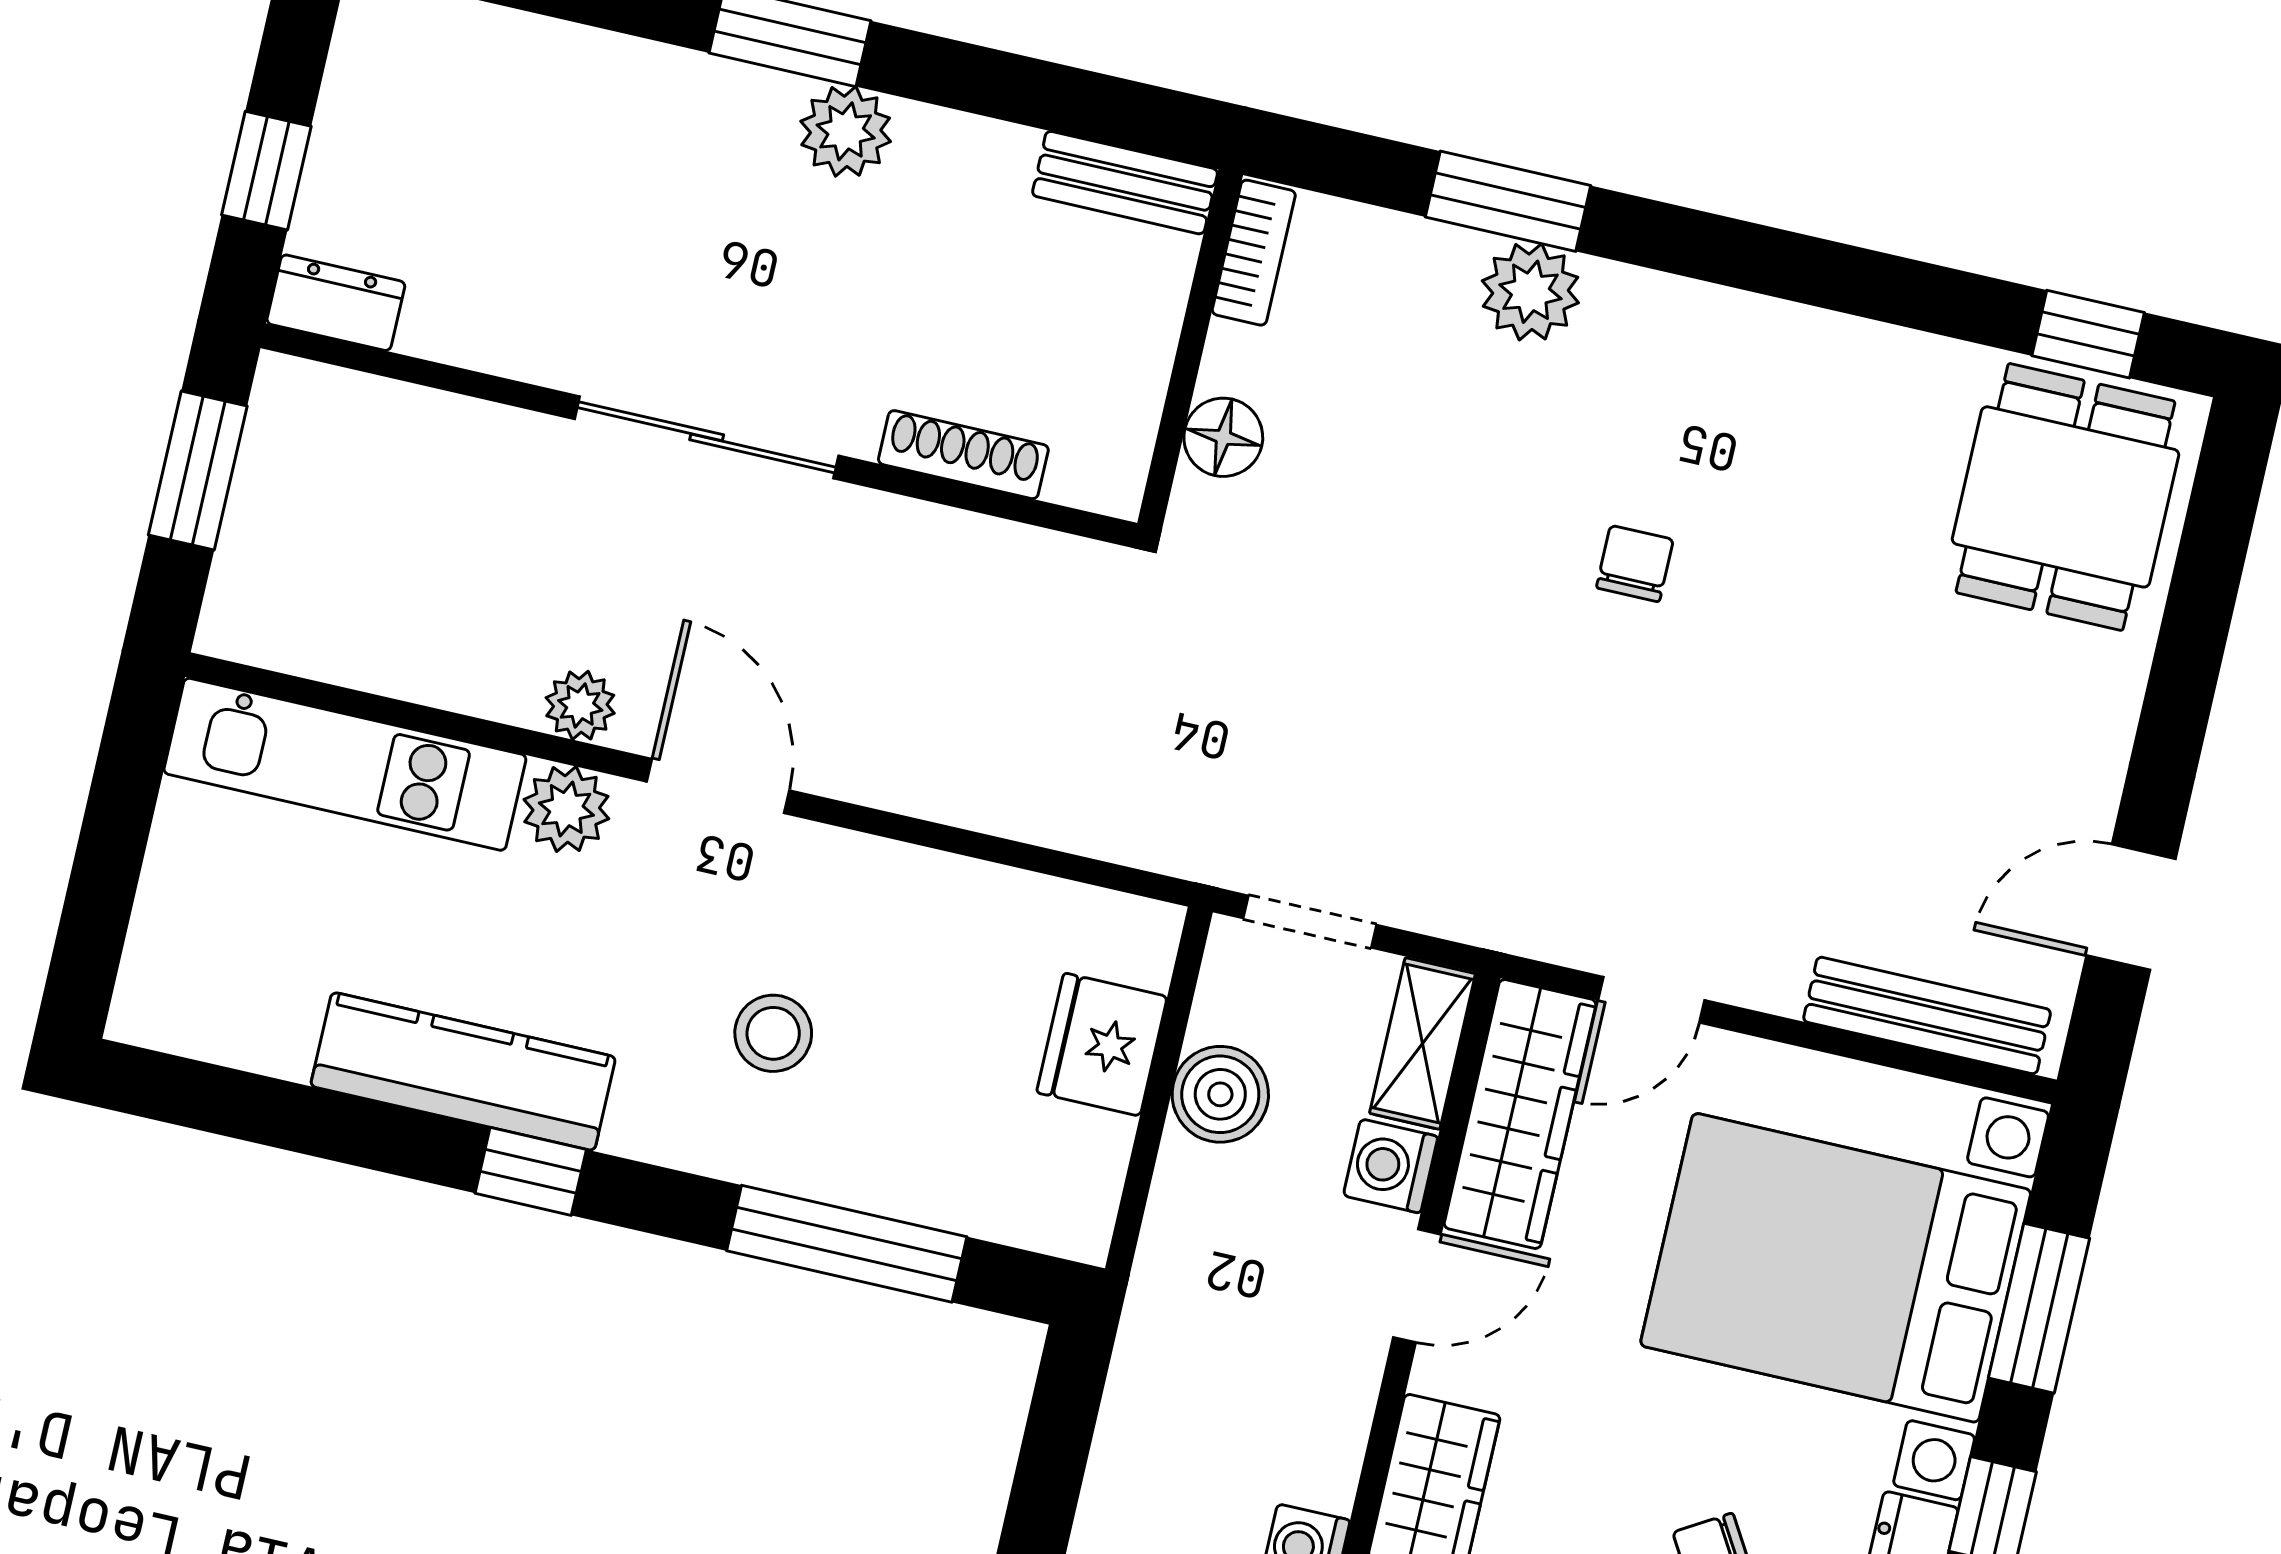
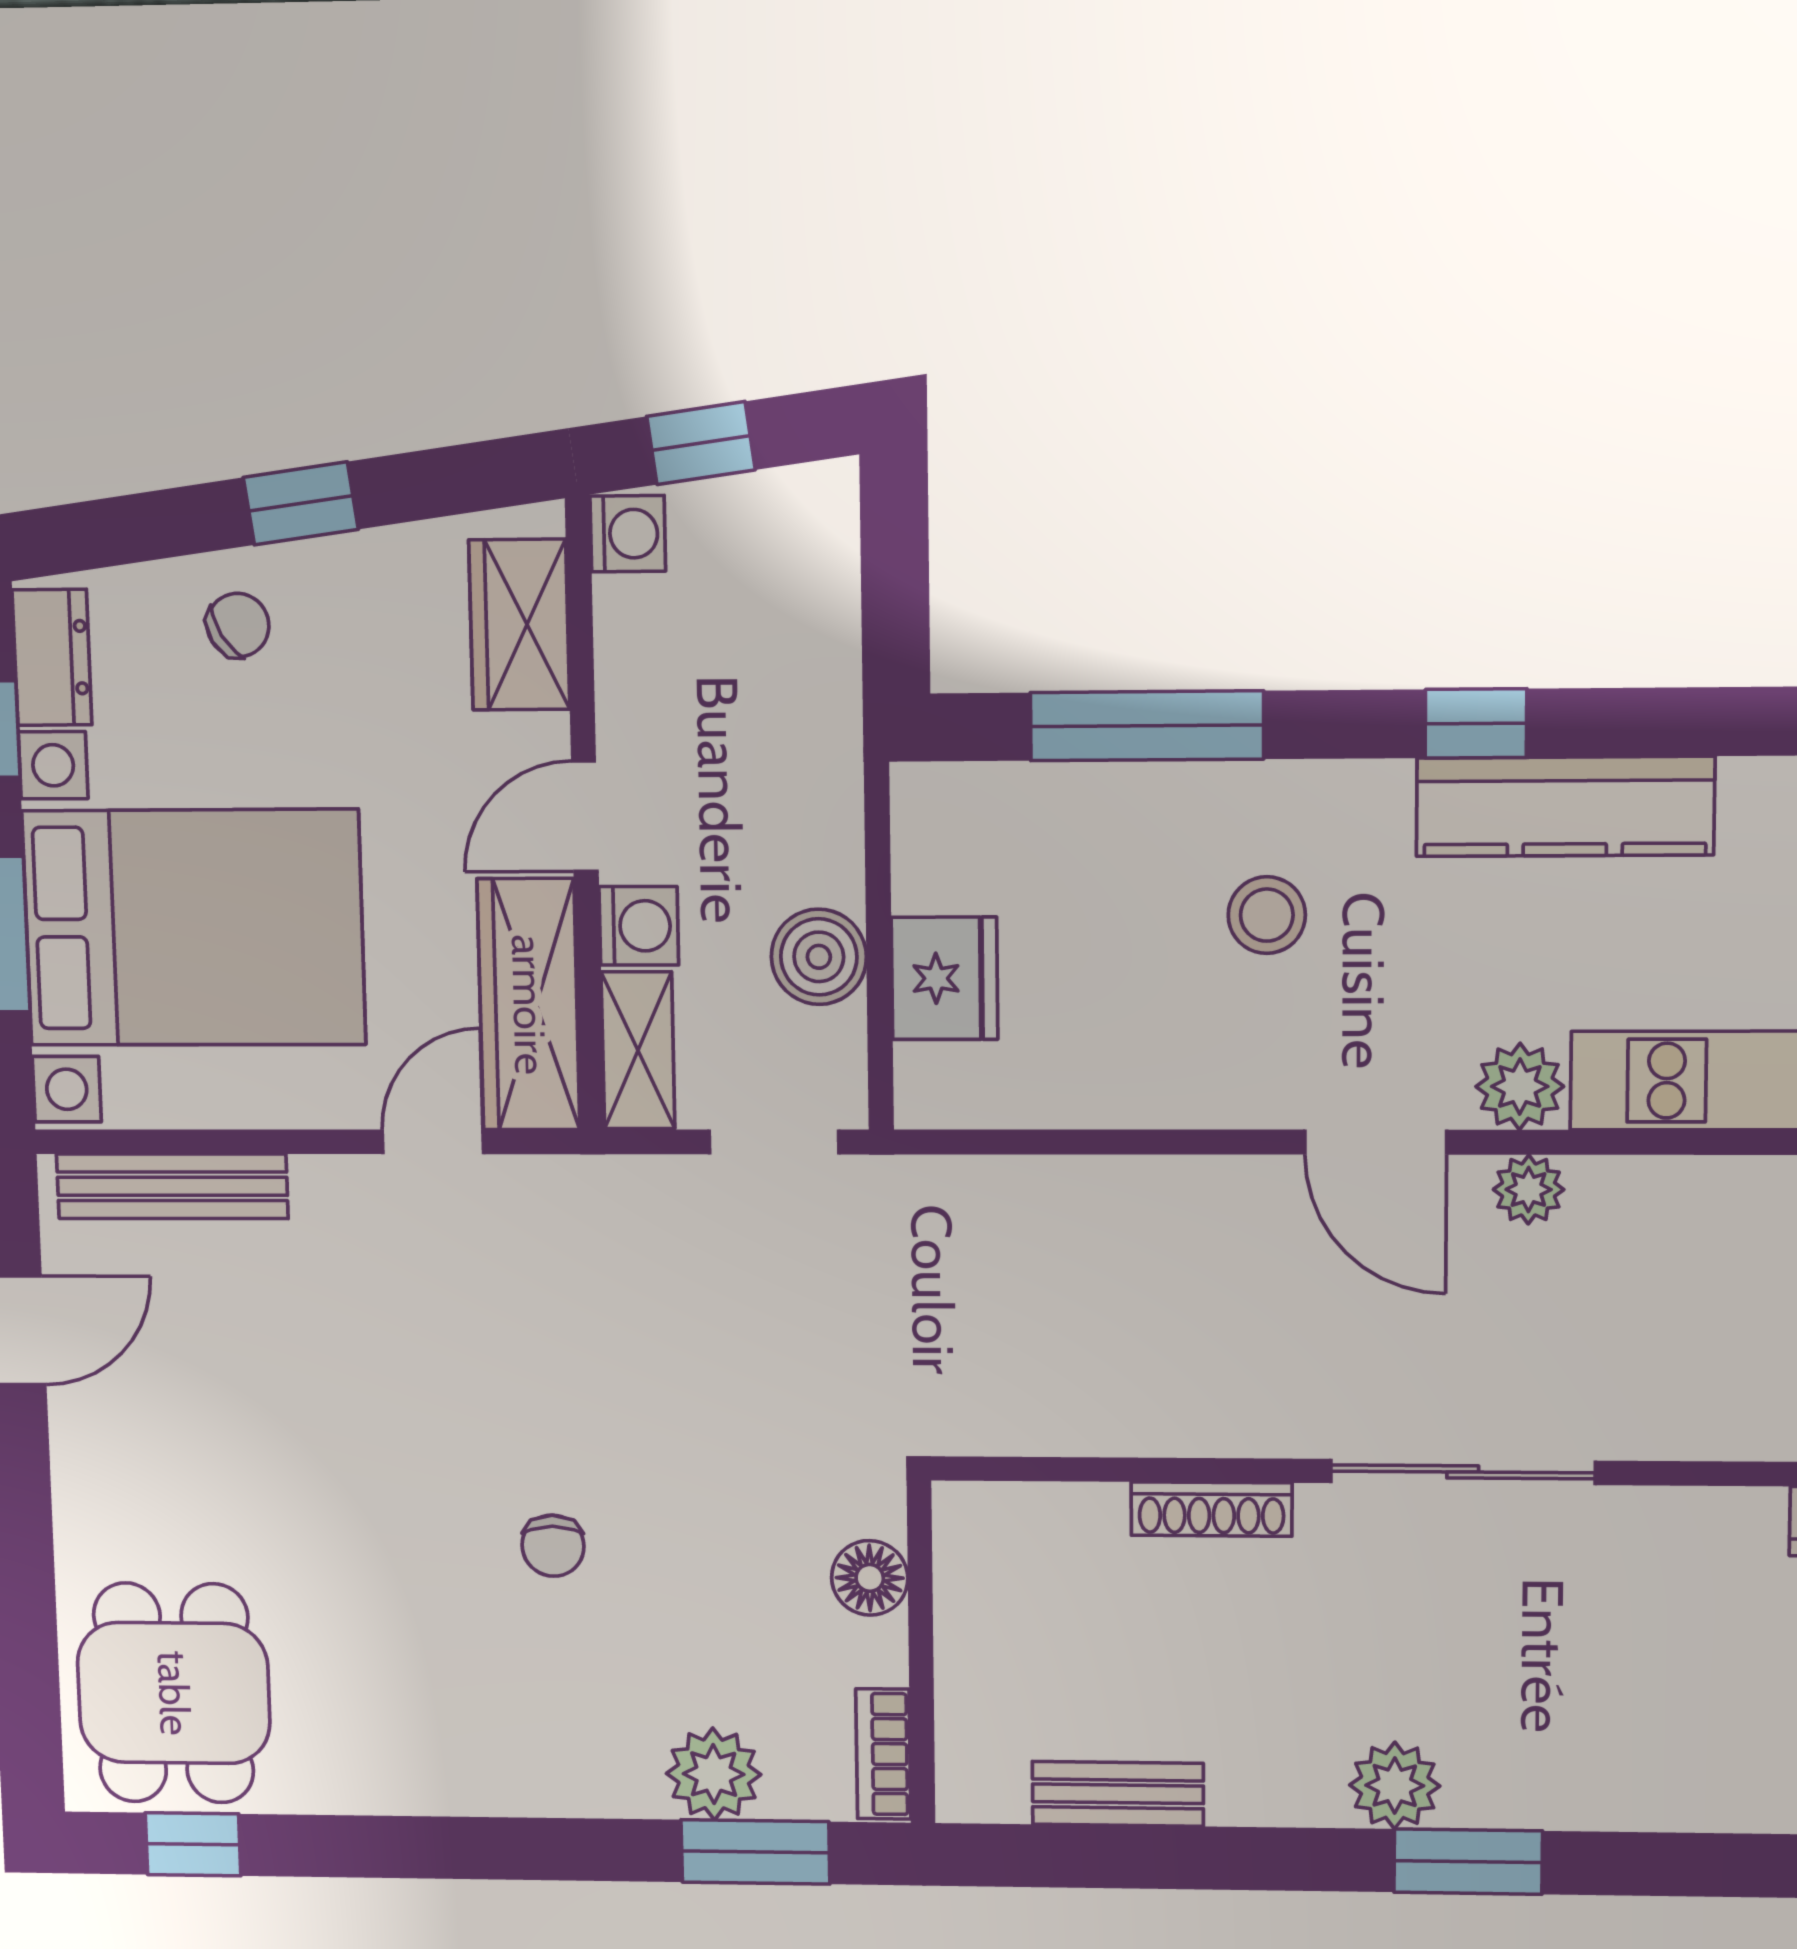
bookcase: (1254, 253) -> (883, 1754), moved
wall: (1190, 349) -> (921, 1653), moved
floor lamp: (1223, 437) -> (870, 1578), moved

